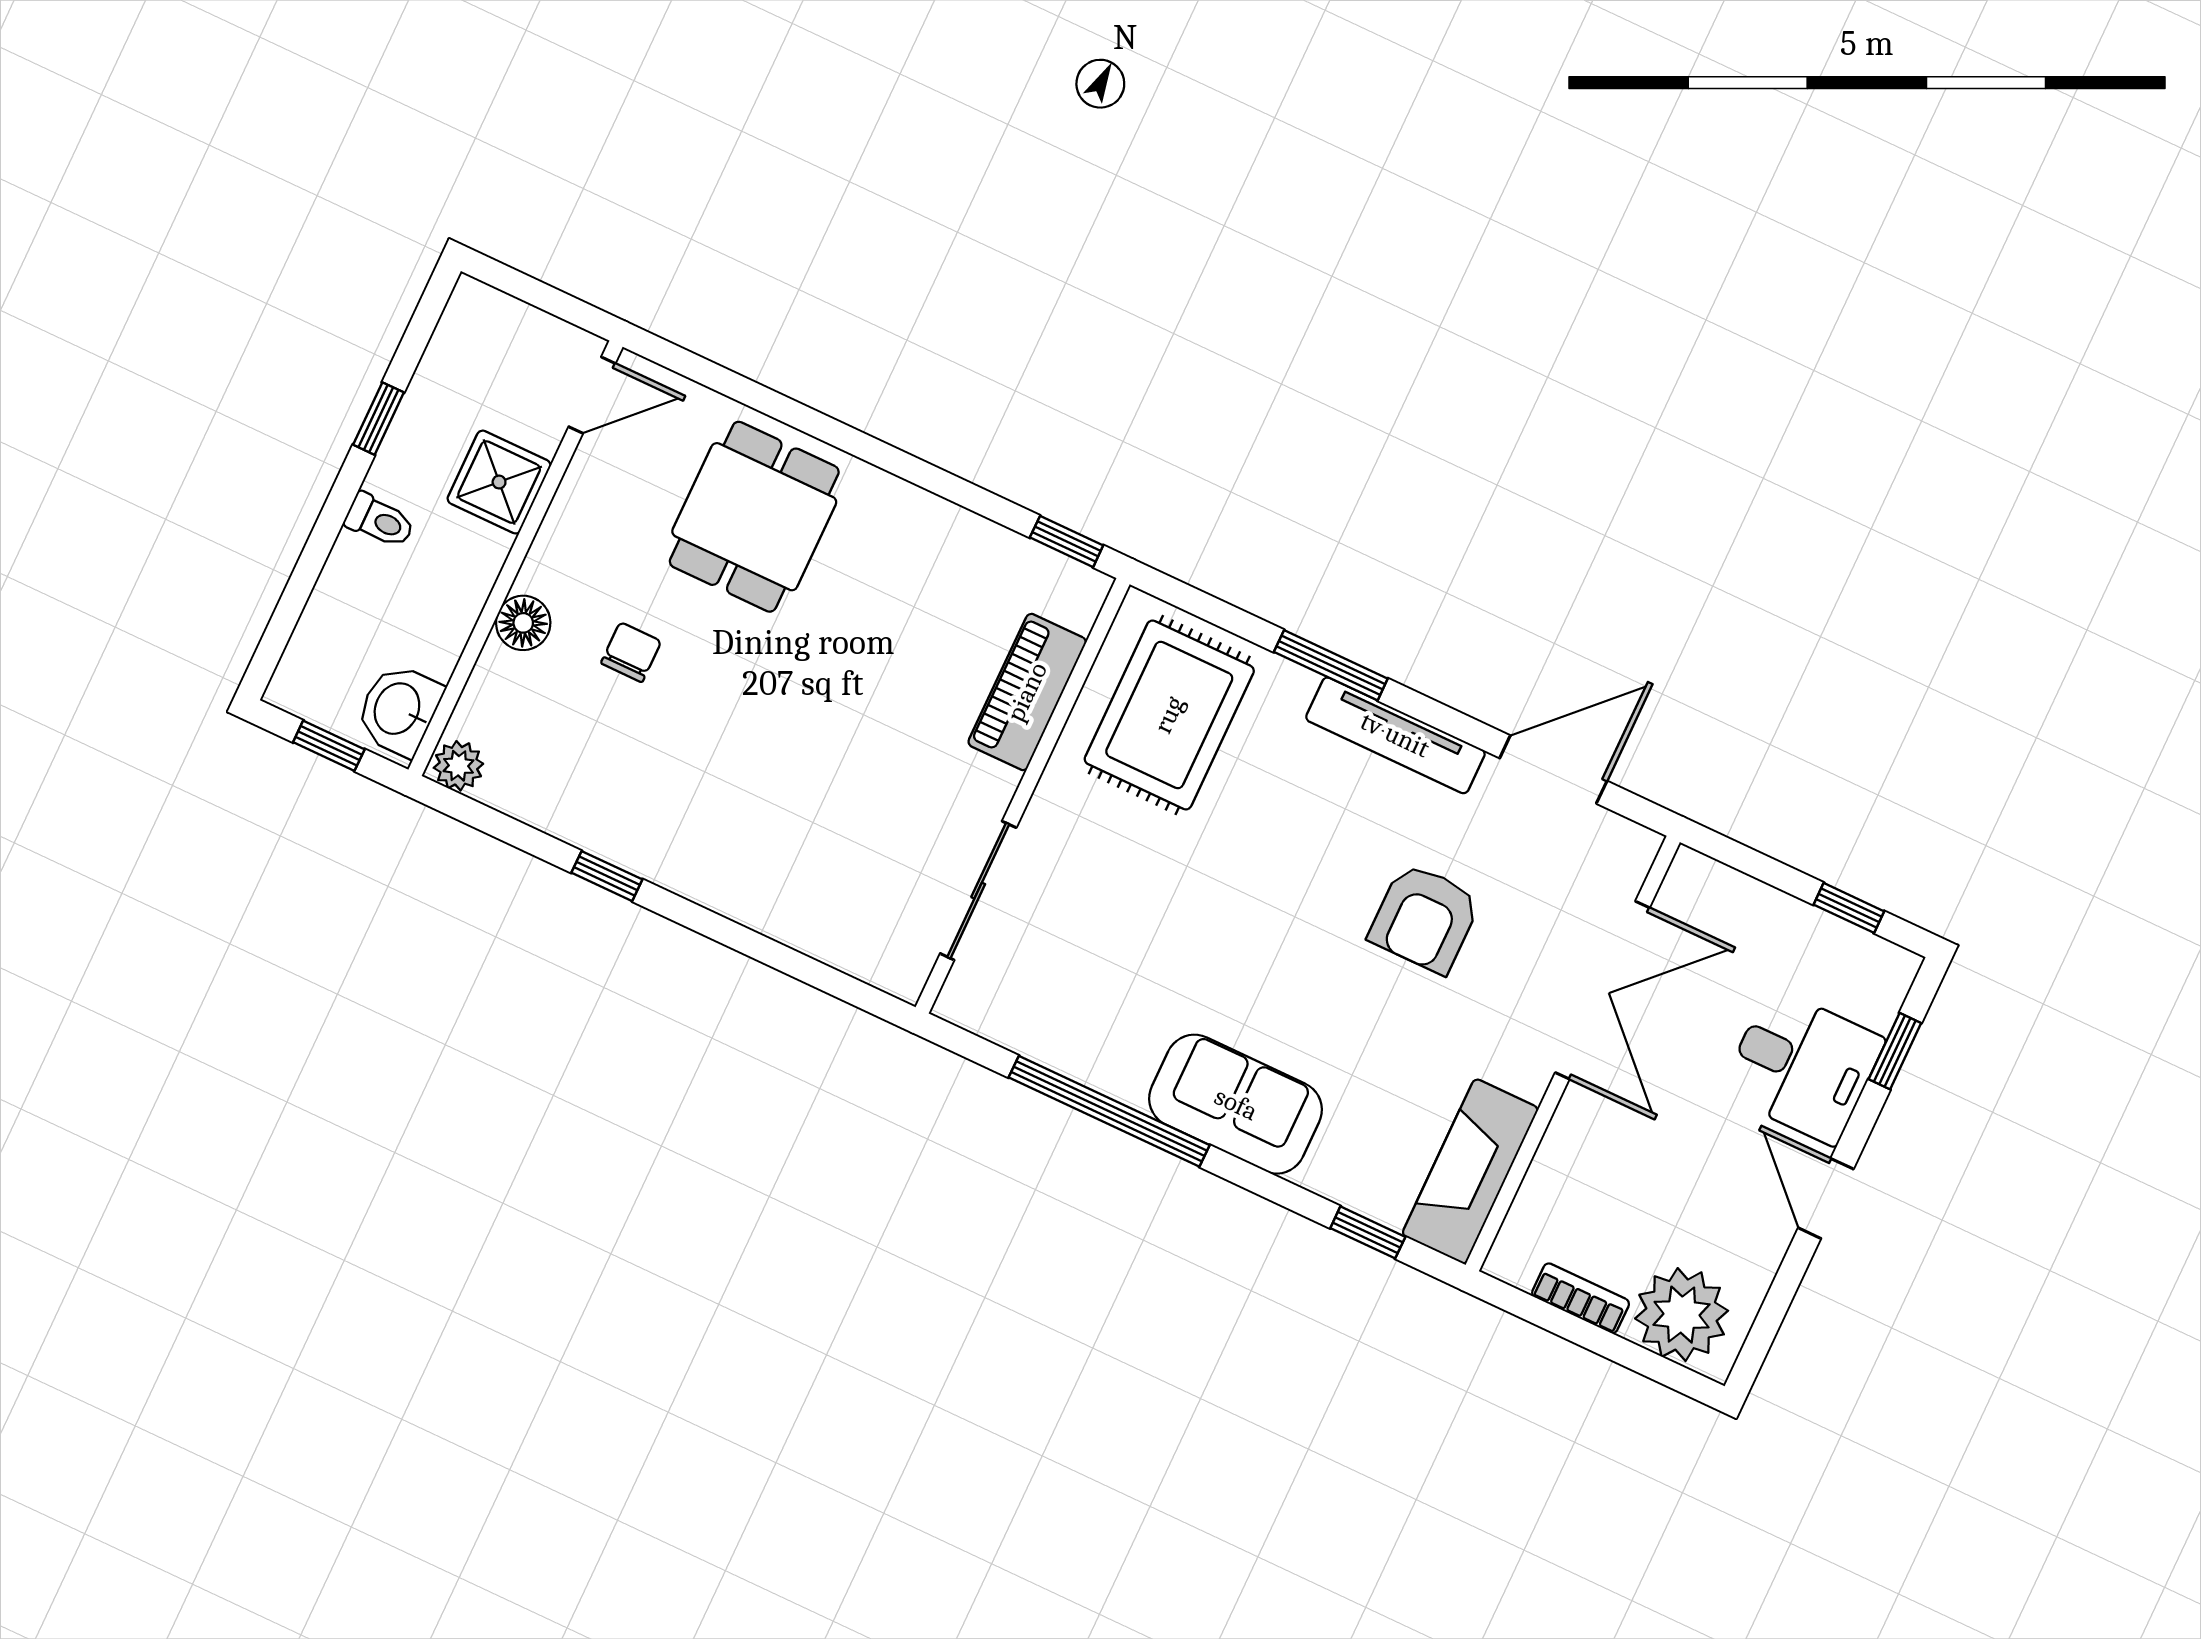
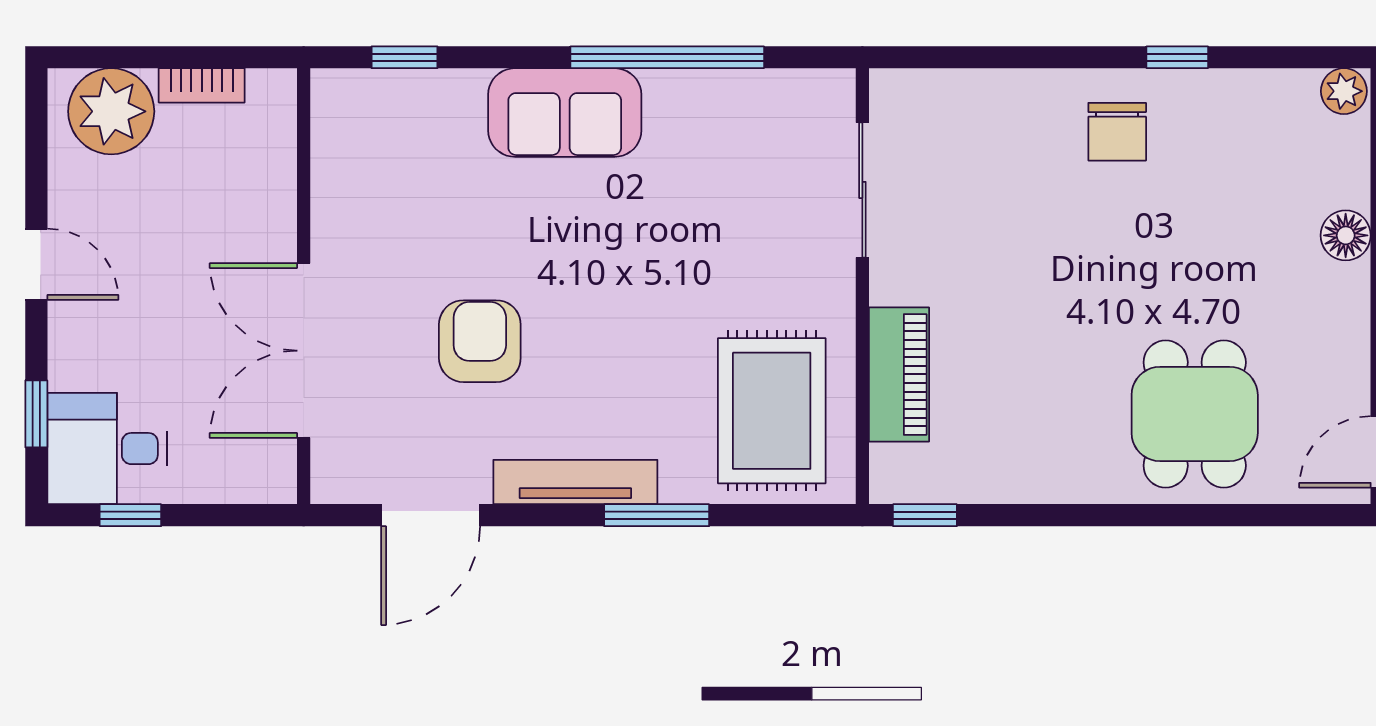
chair: (631, 652) -> (1117, 132), moved, width x1.37, depth x1.37
desk: (1803, 1066) -> (107, 449), moved
fireplace: (1470, 1171) -> (343, 148), removed

